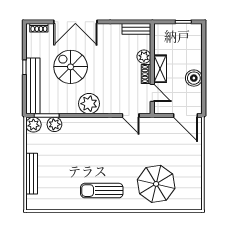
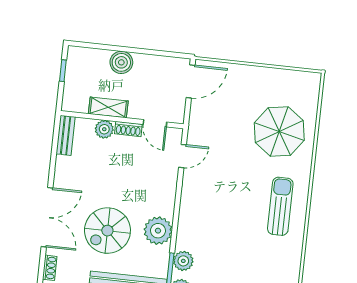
shelving: (160, 69) -> (108, 107), moved
boiler: (194, 78) -> (121, 62), moved
door: (152, 93) -> (155, 123), swing flipped
plant: (89, 104) -> (158, 231), moved
sun lounger: (102, 191) -> (280, 206), turned 180

